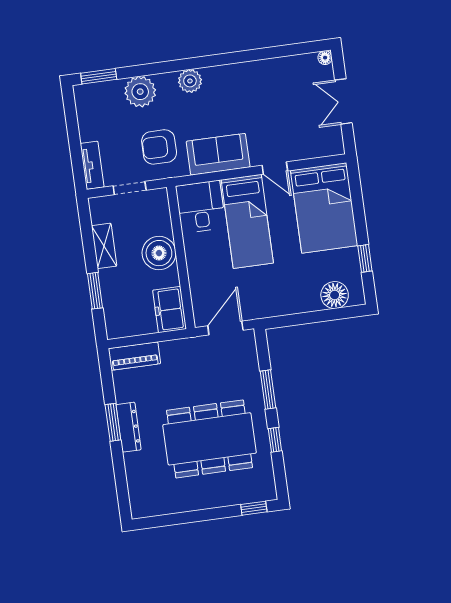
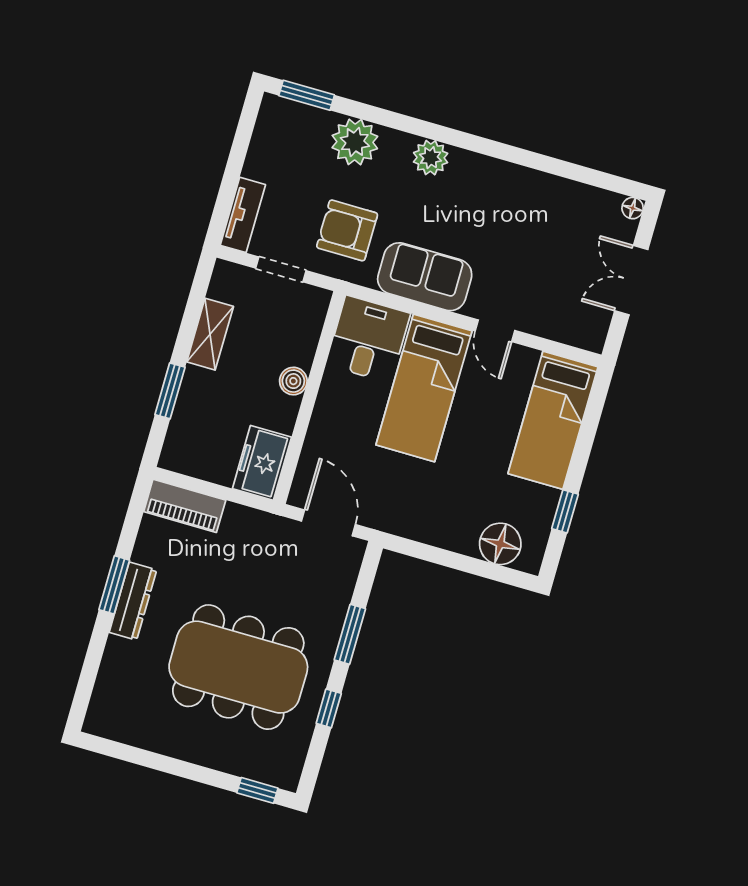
bed: (324, 208) -> (553, 420), width x0.67
boiler: (159, 253) -> (293, 381), width x0.54, depth x0.54
door: (225, 328) -> (328, 523), hinge flipped

